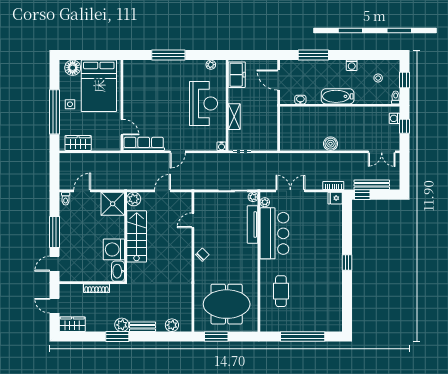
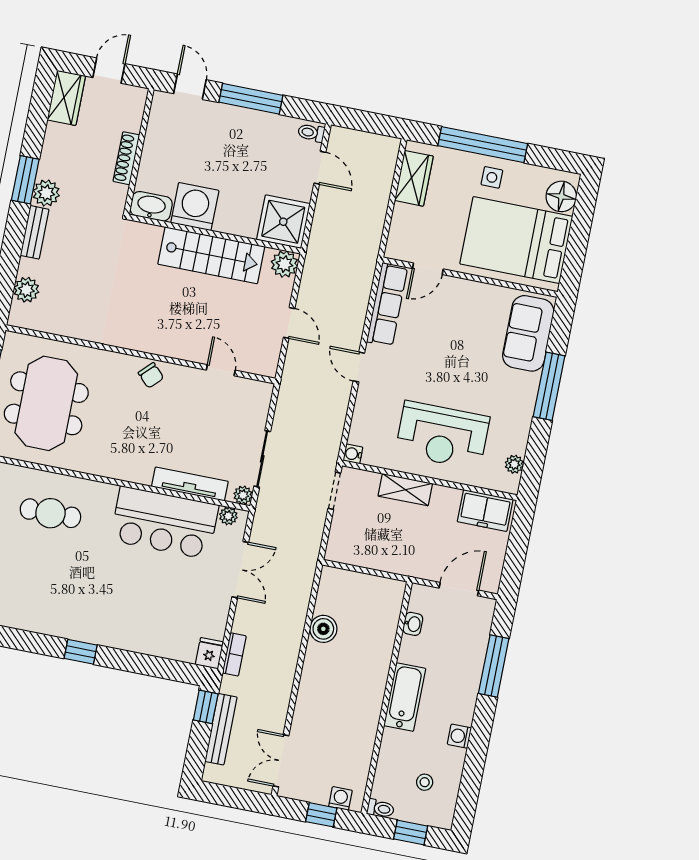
sofa: (144, 71) -> (528, 333), added
boiler: (331, 144) -> (323, 629), moved

